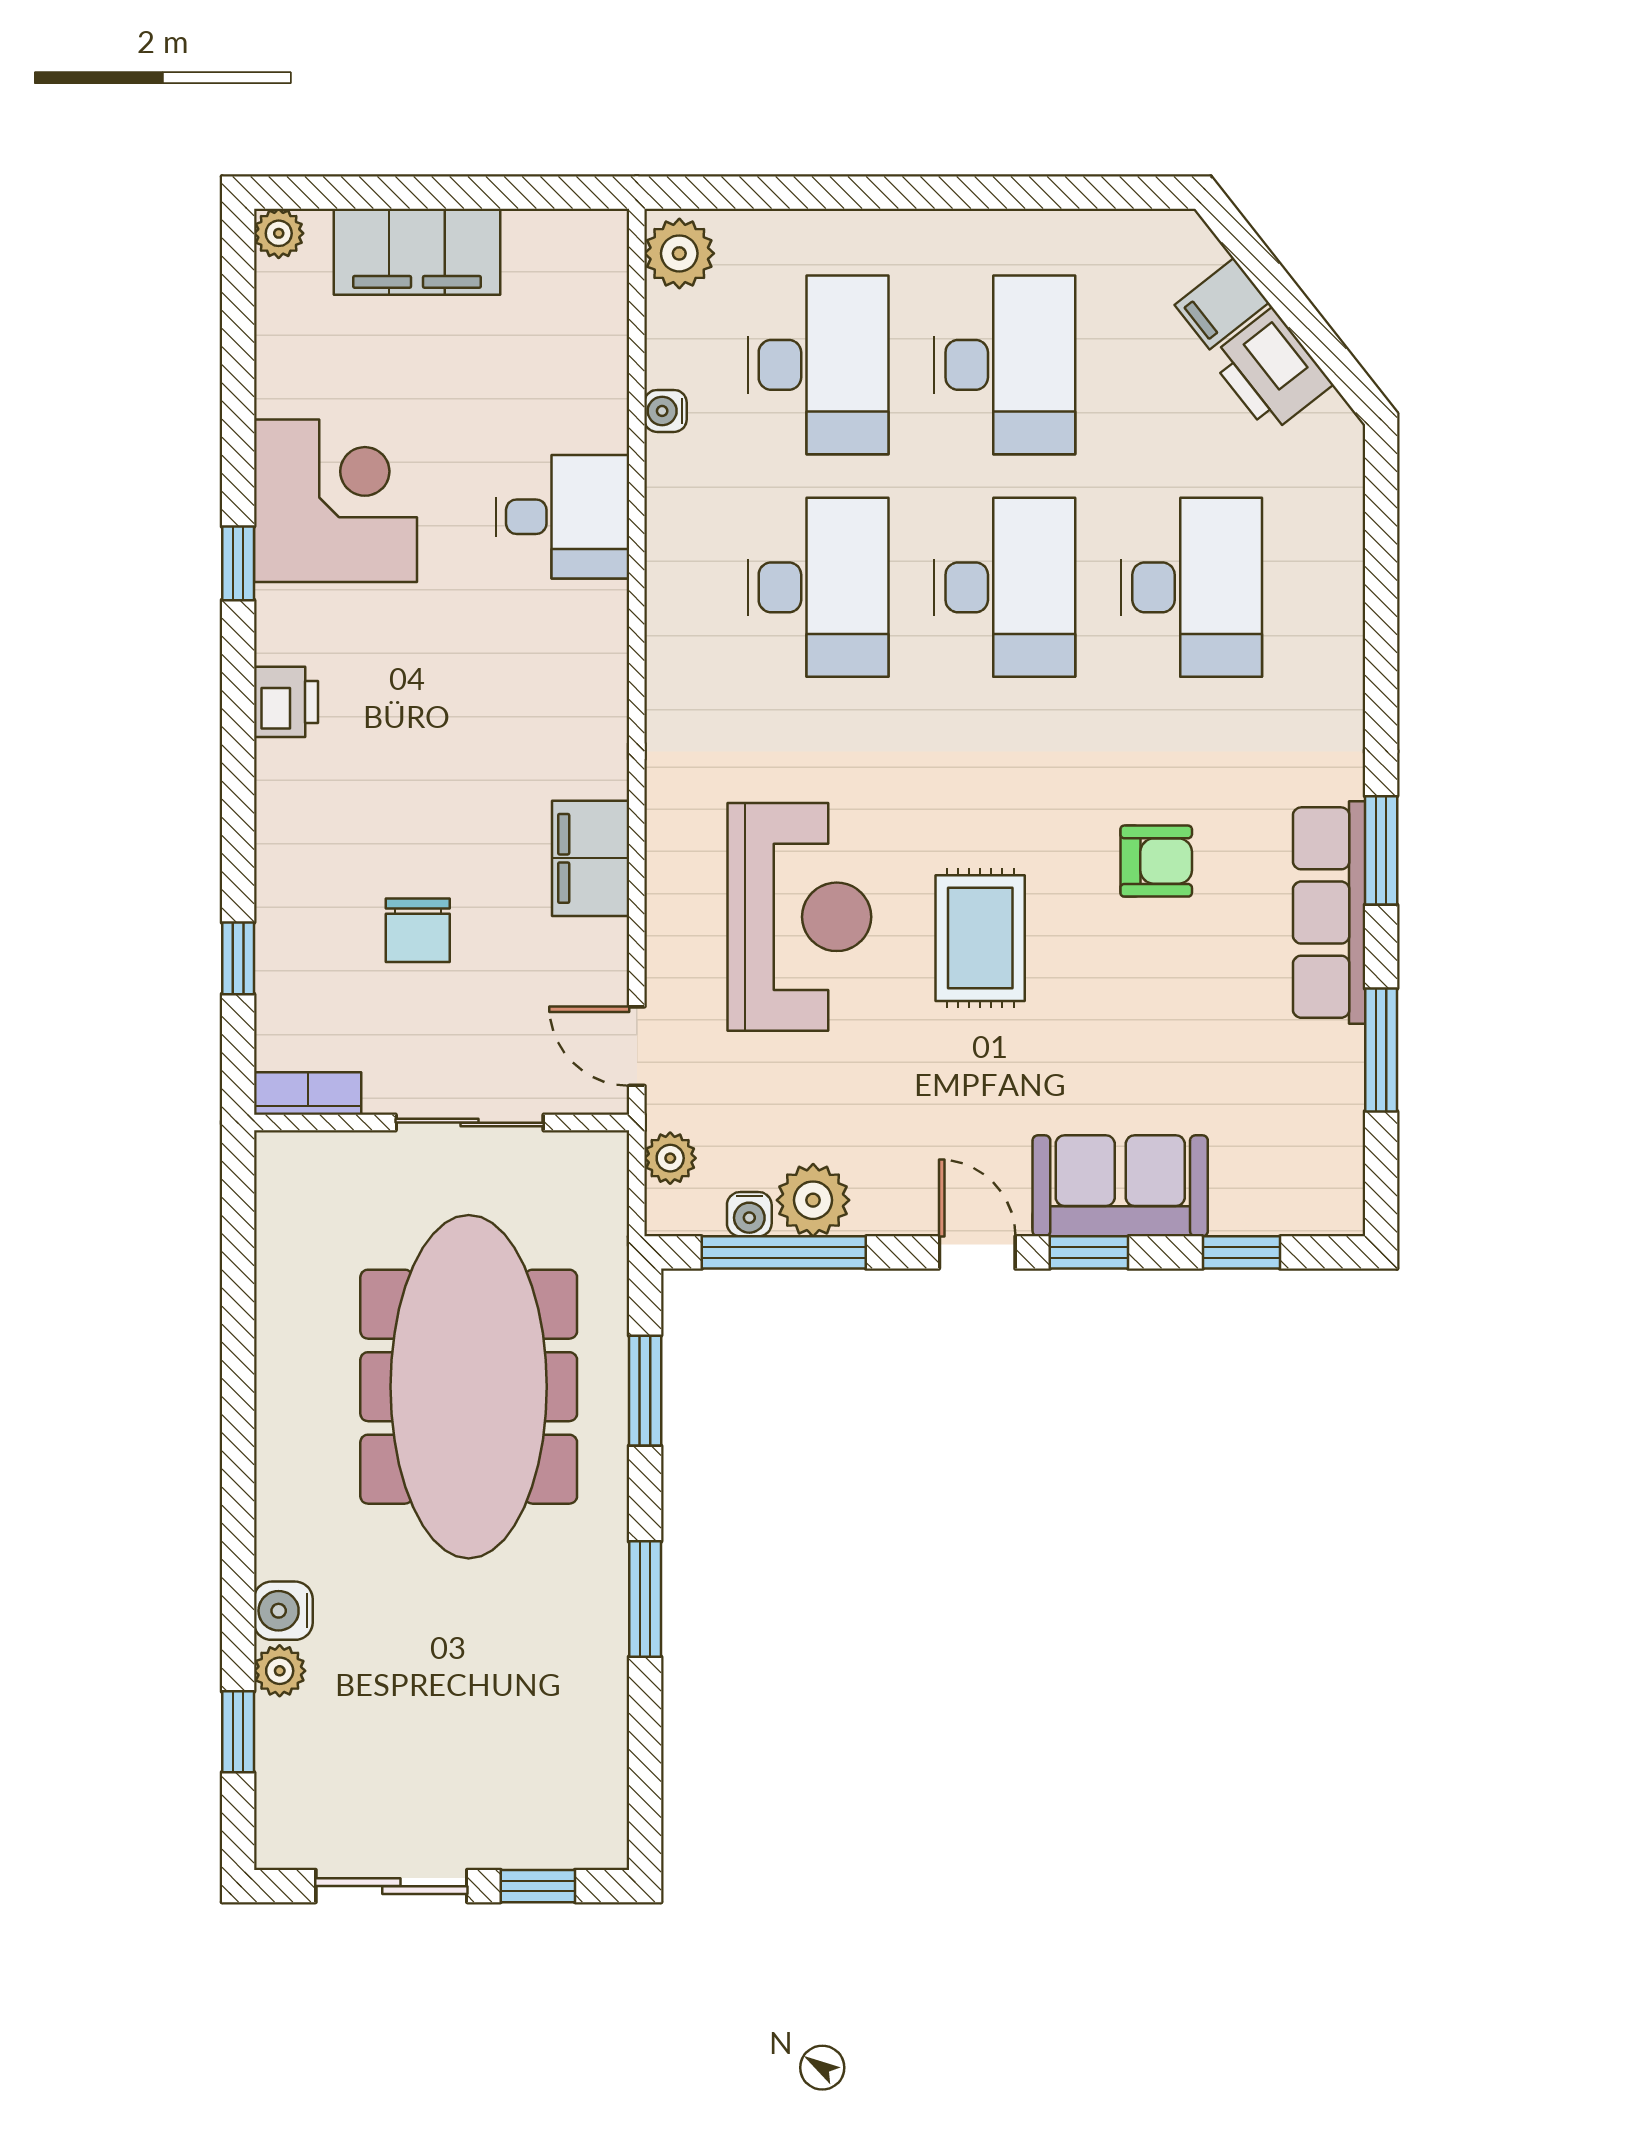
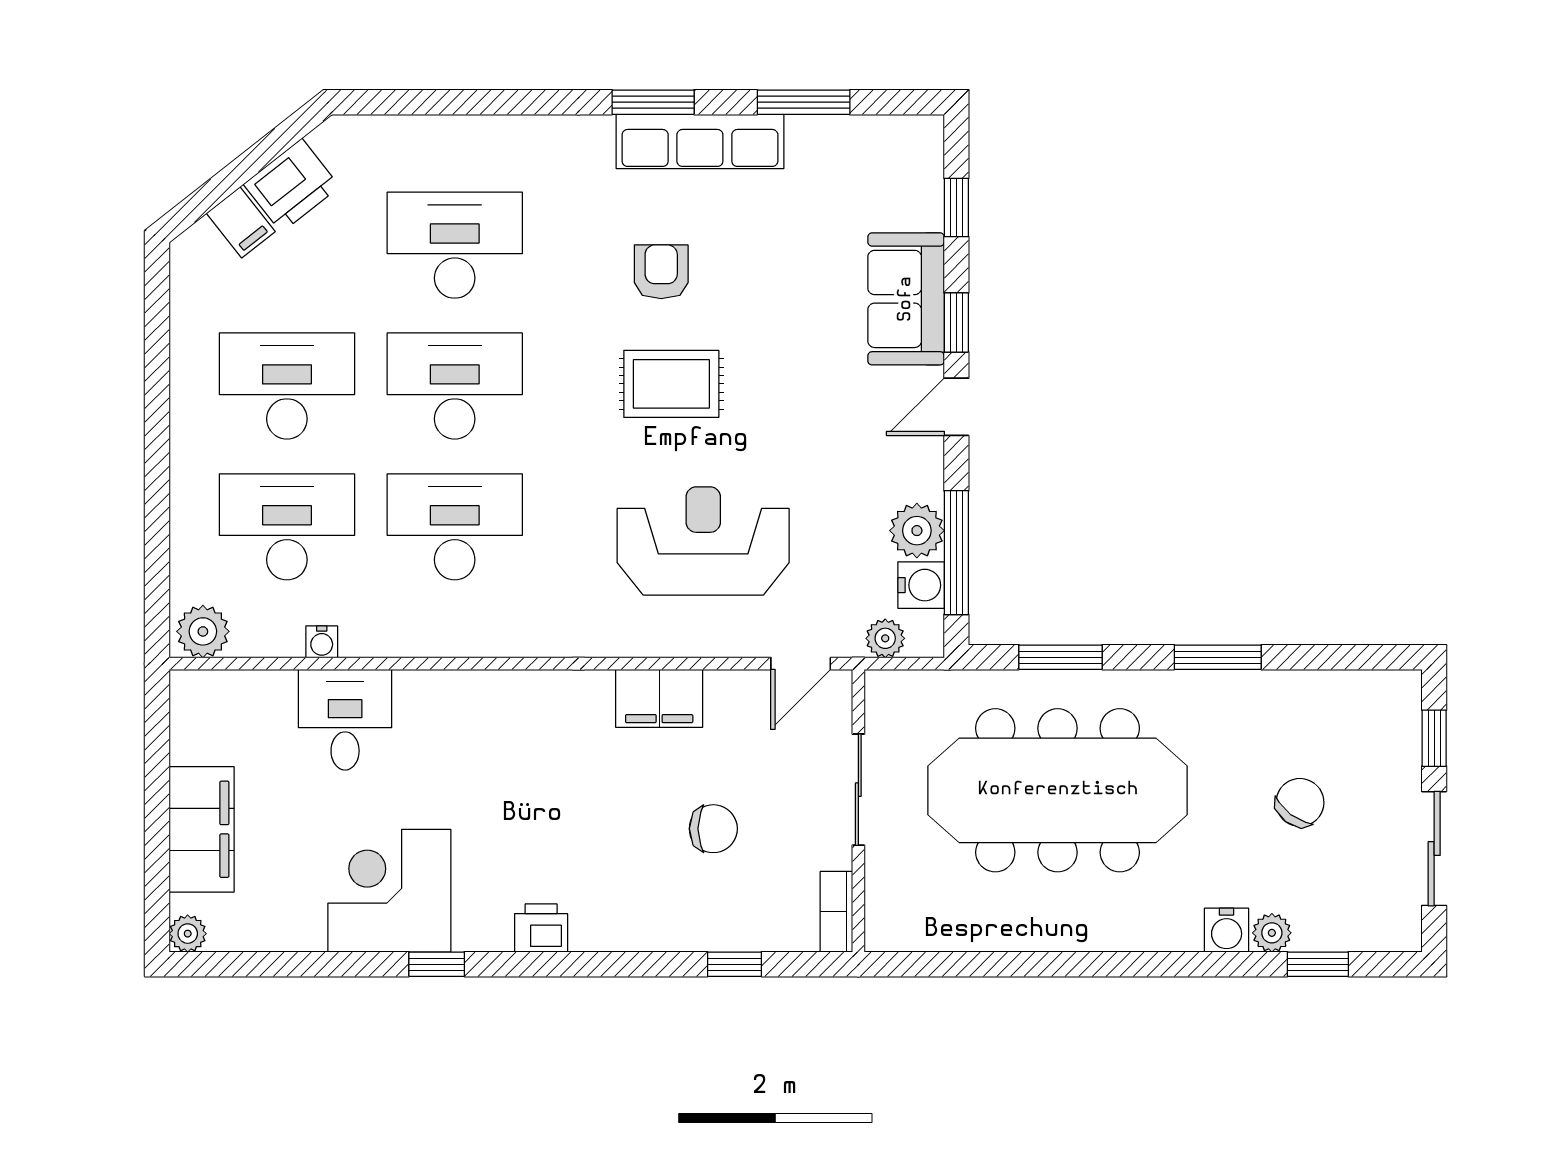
desk: (562, 517) -> (345, 720), moved
rug: (980, 938) -> (671, 384), moved
water cooler: (749, 1214) -> (921, 585), width x1.38, depth x1.38
chair: (453, 1708) -> (1300, 802), added

